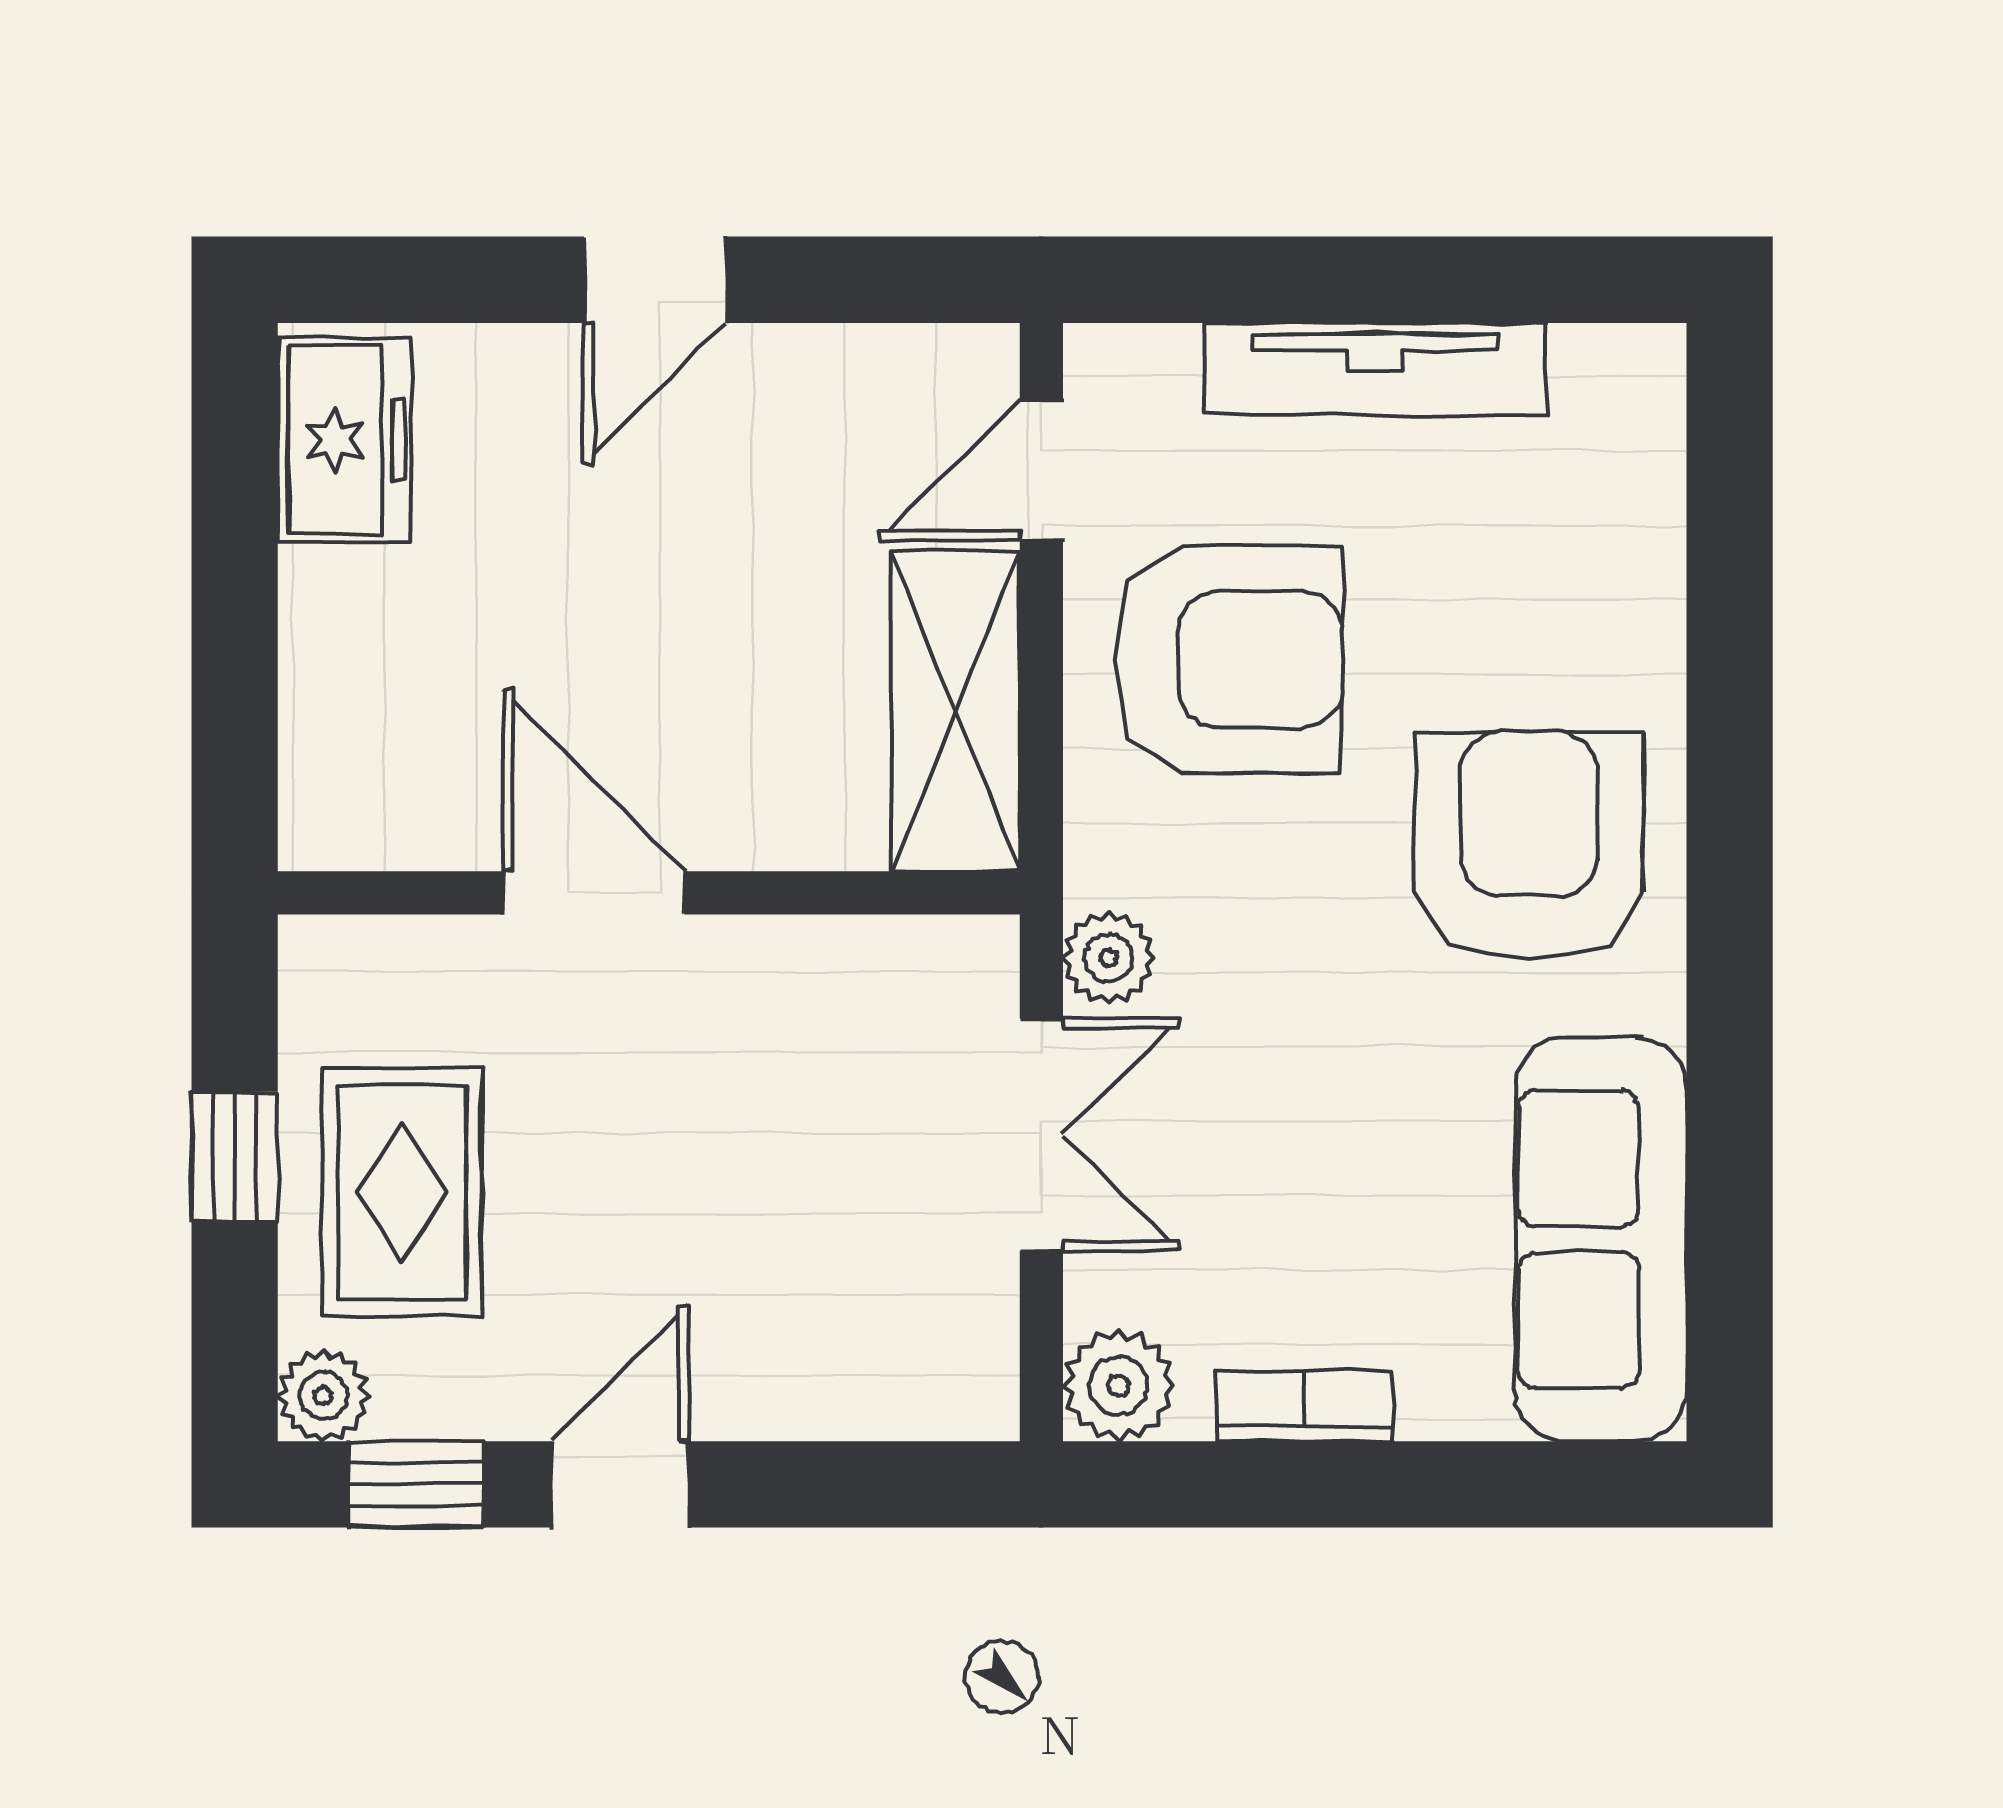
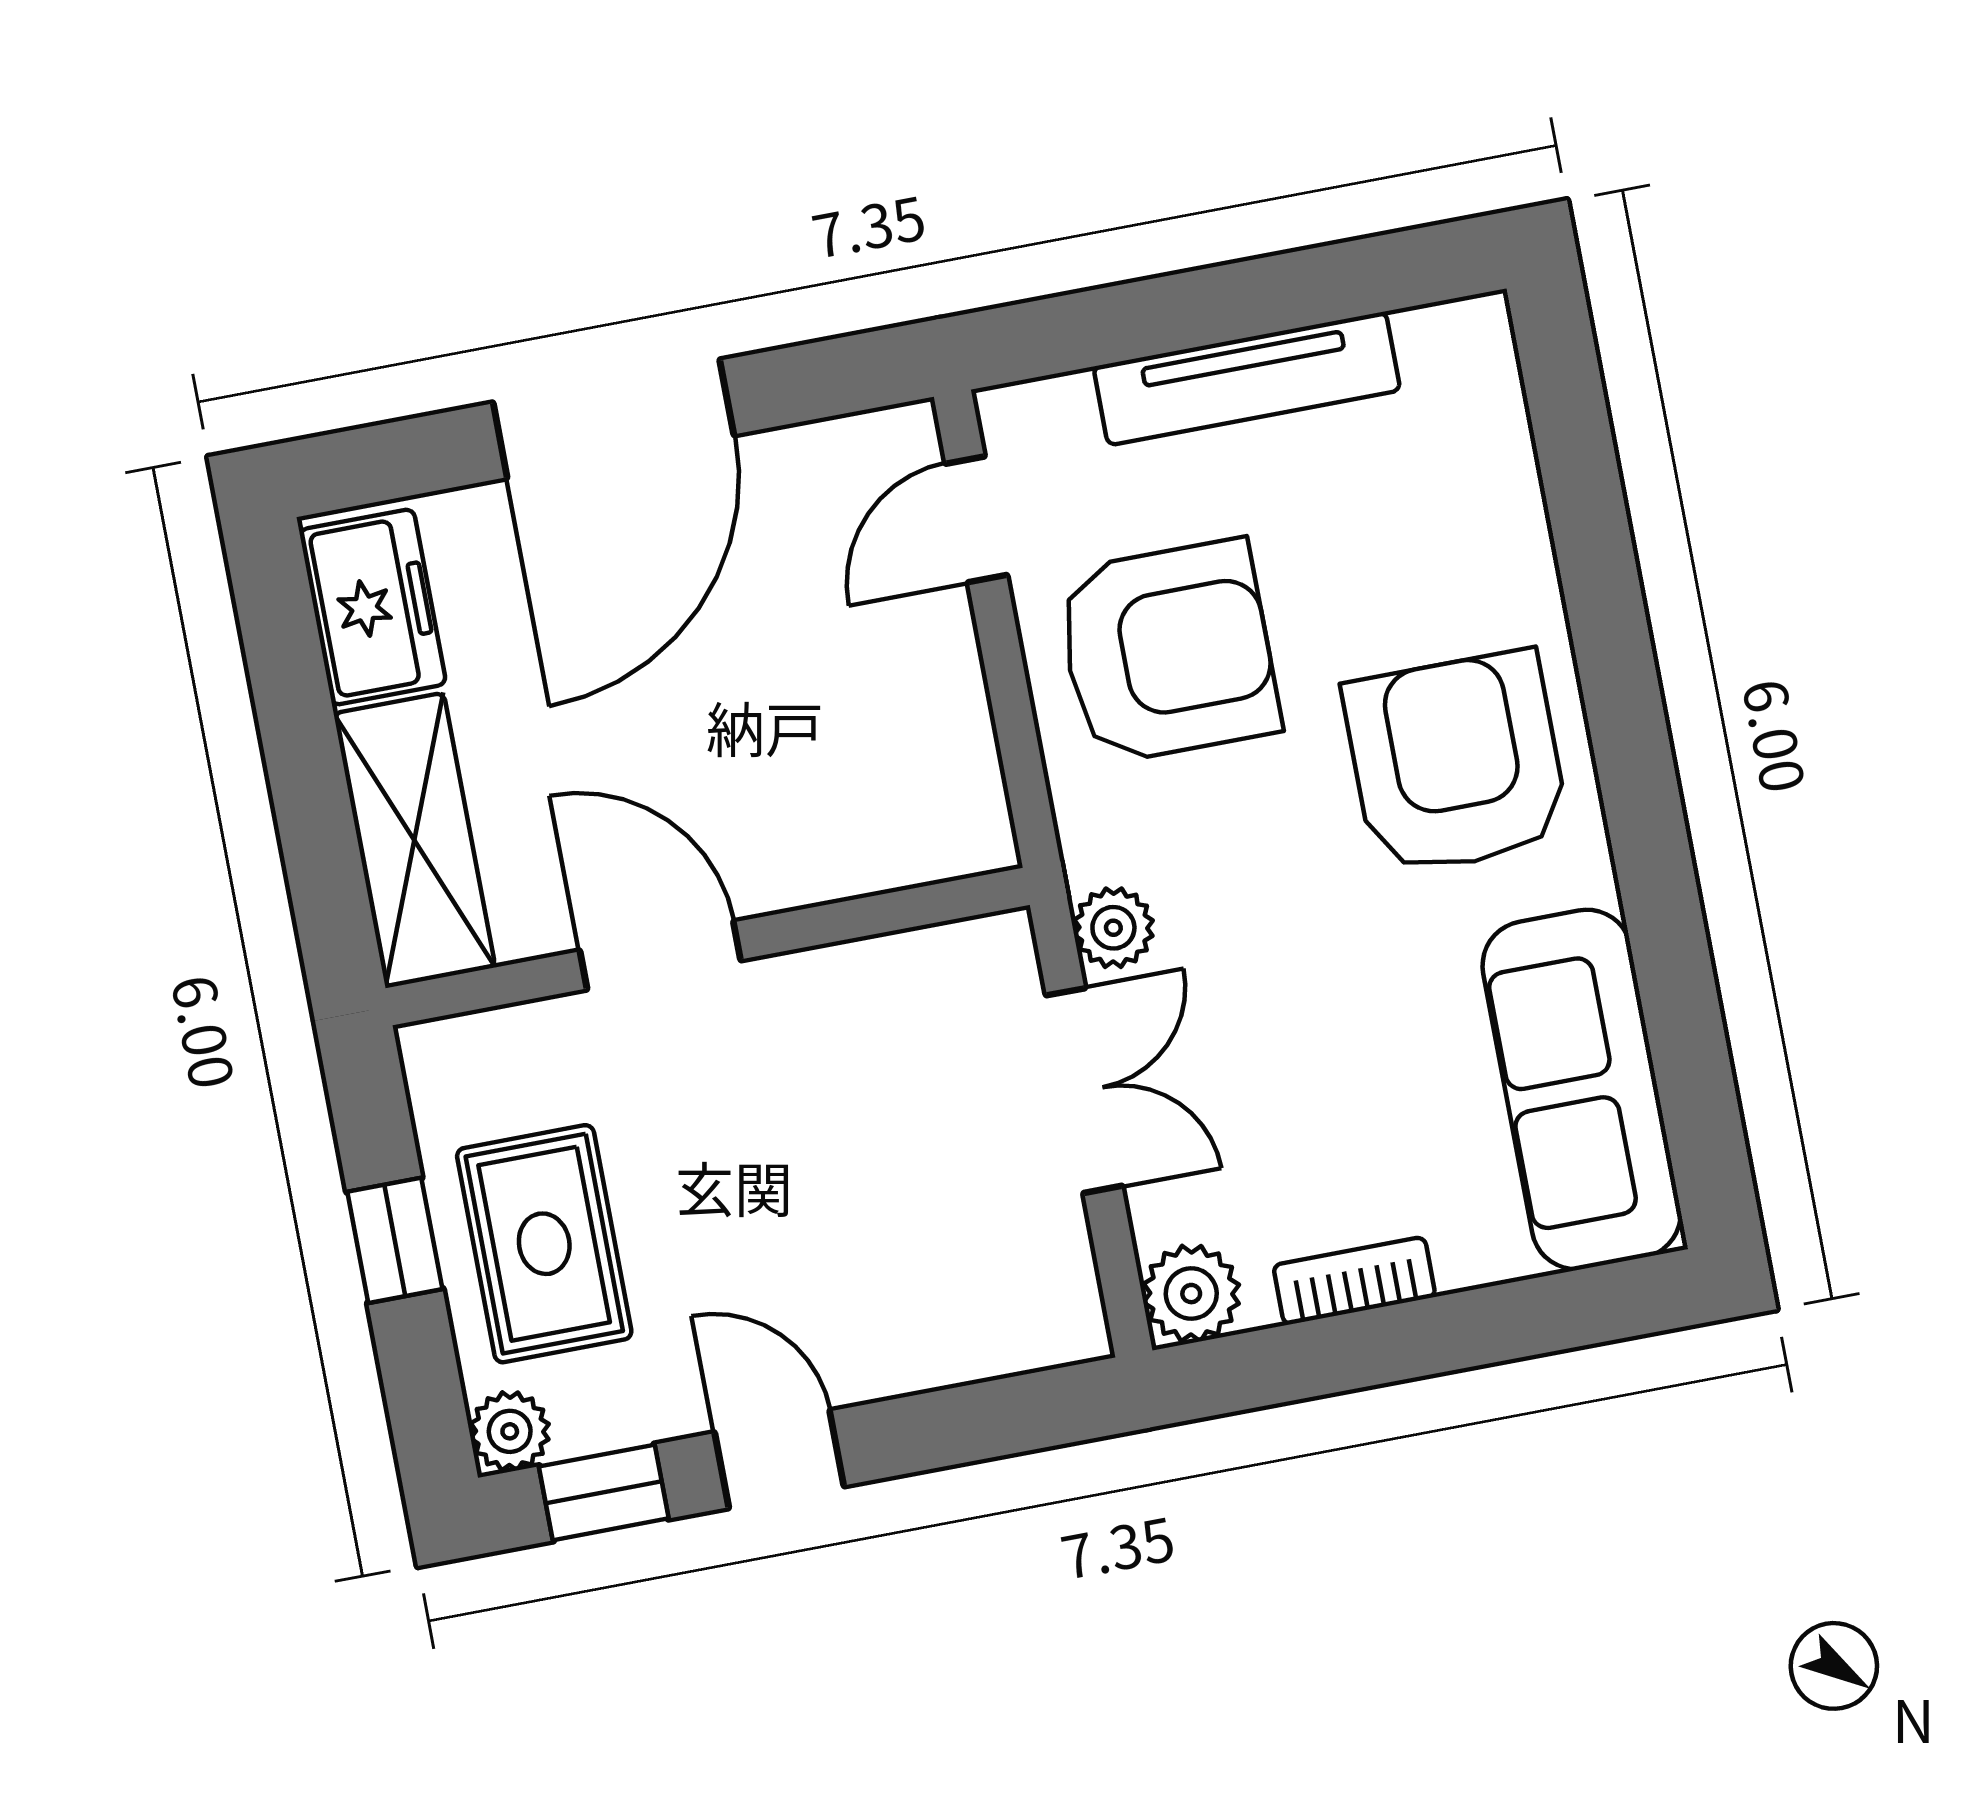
door: (655, 280) -> (613, 419), width x1.87
shelving: (956, 711) -> (414, 840), moved
door: (620, 1484) -> (779, 1459), hinge flipped

